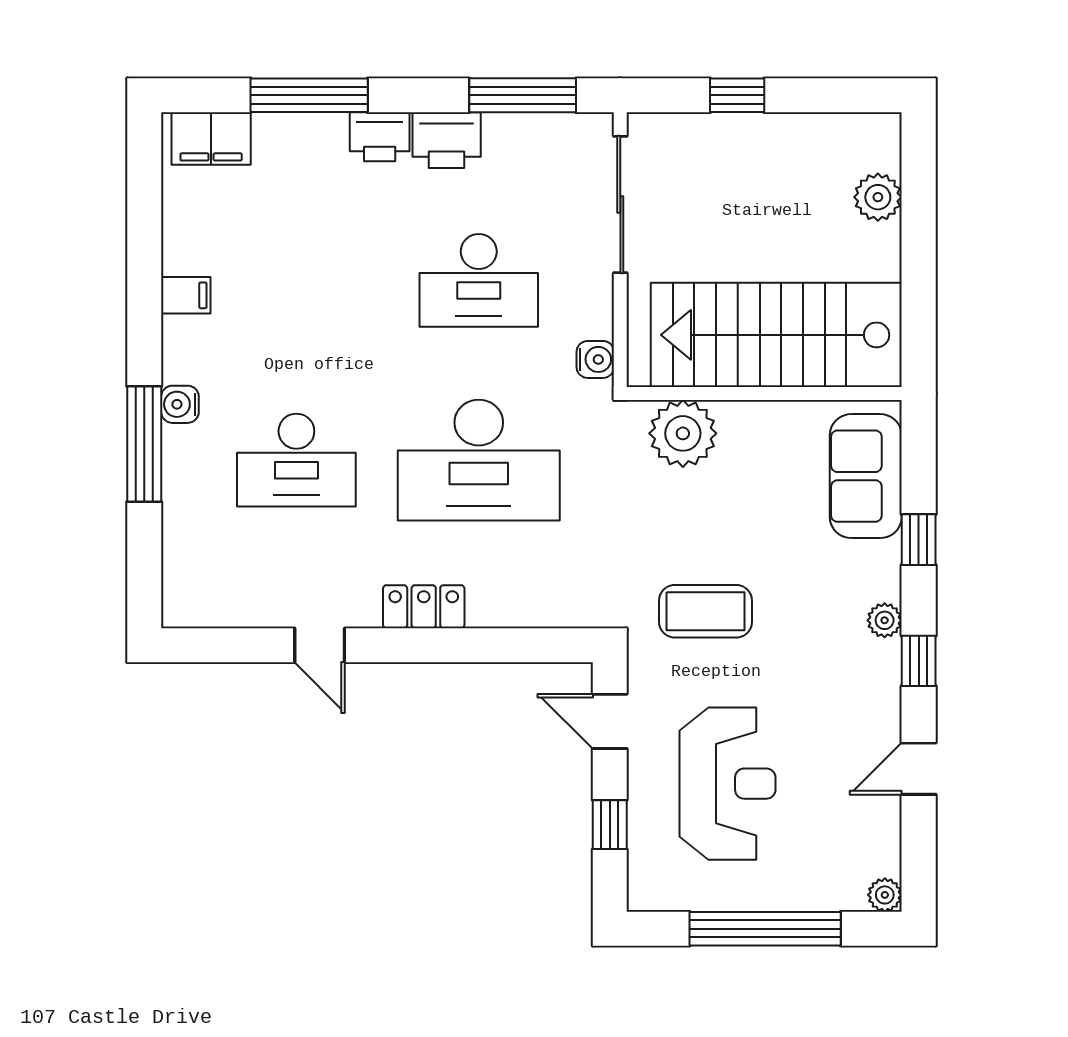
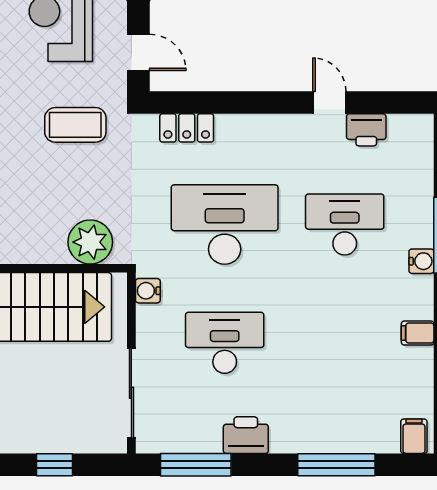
printer: (380, 137) -> (366, 130), moved, turned 180
filing cabinet: (211, 138) -> (414, 436), width x0.50
locker: (424, 607) -> (187, 128), moved

